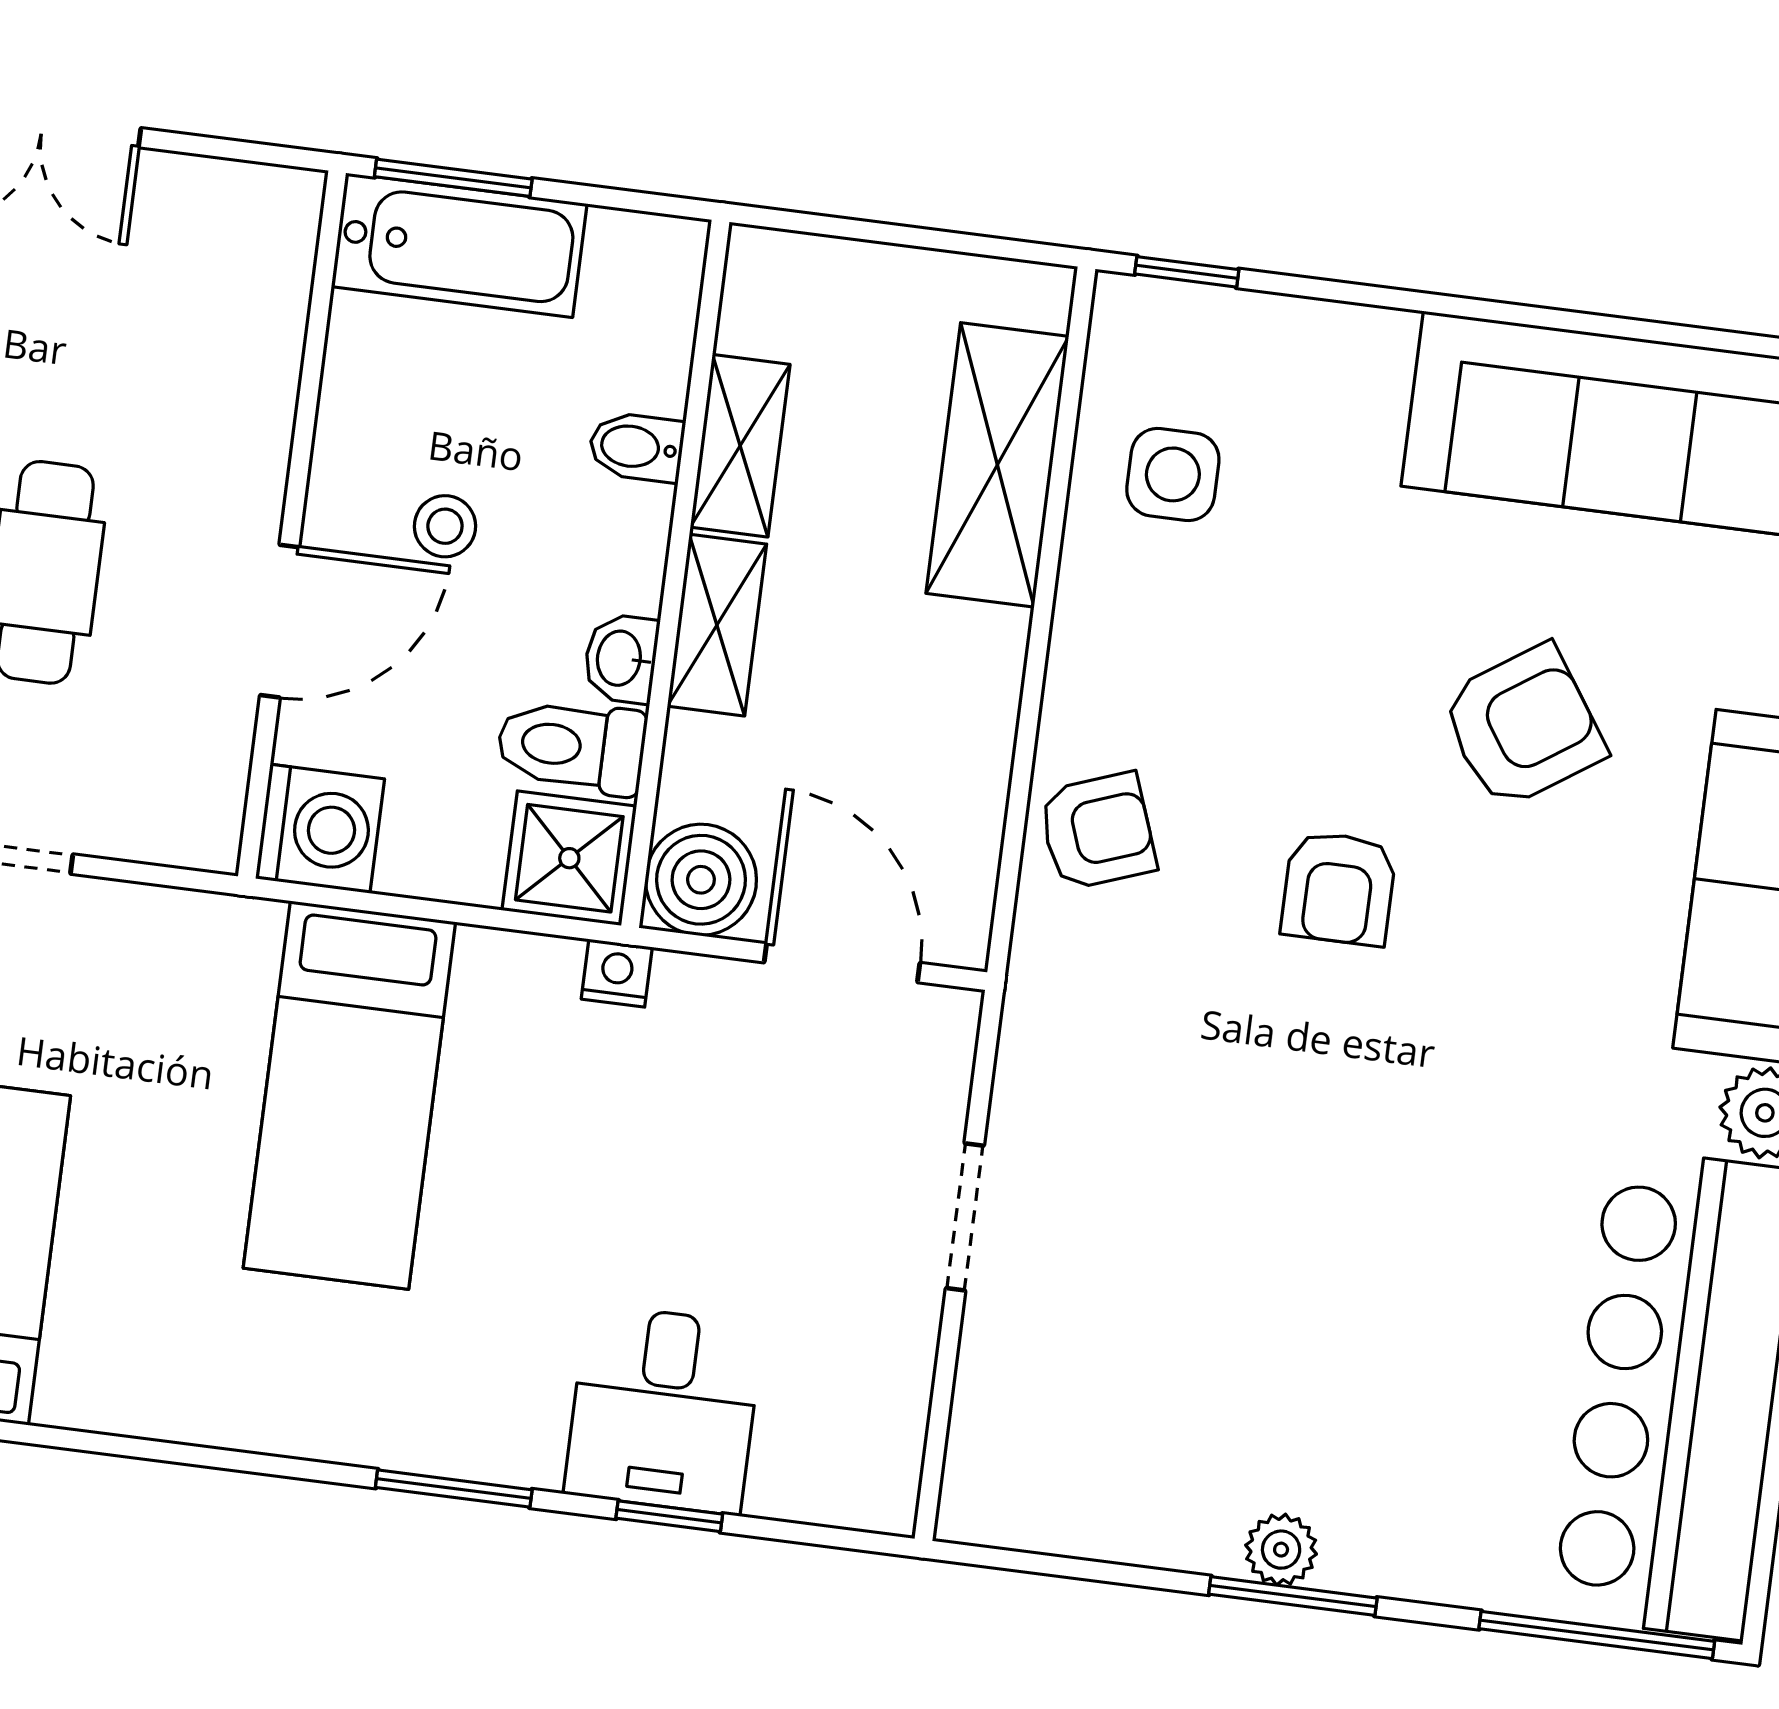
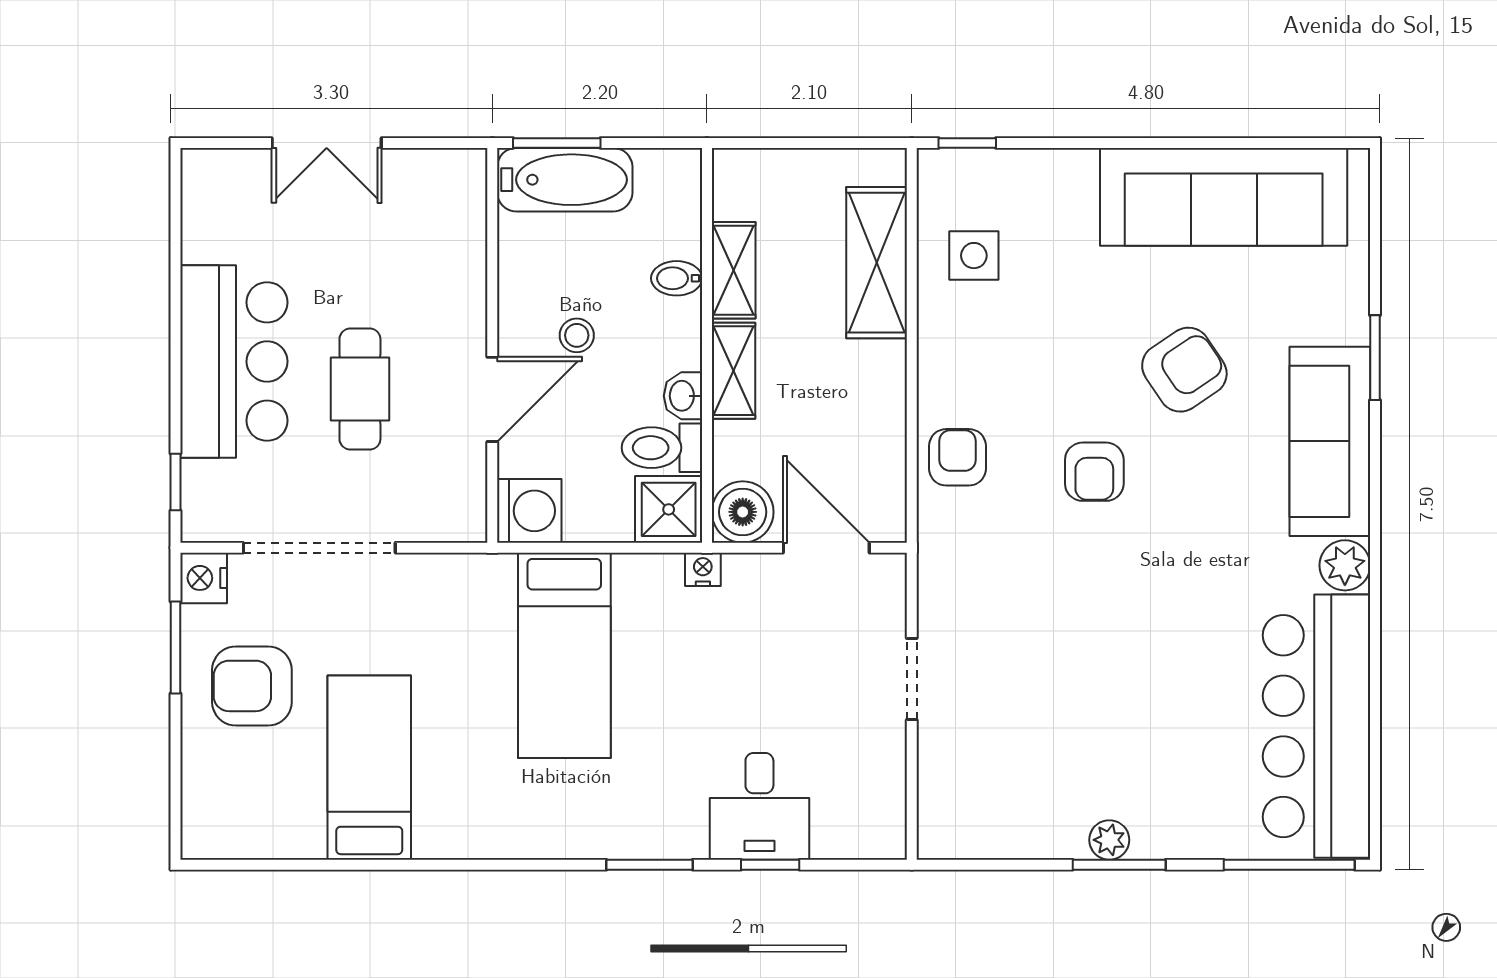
armchair: (1097, 831) -> (958, 457), turned -70

